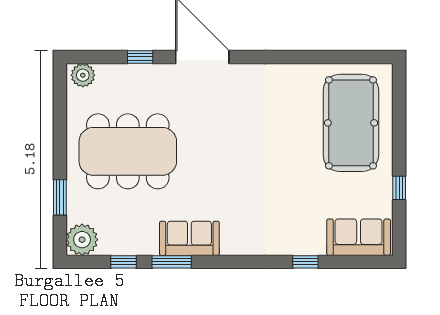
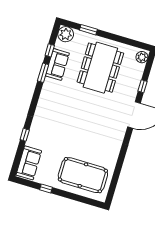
sofa: (189, 238) -> (57, 64), moved

